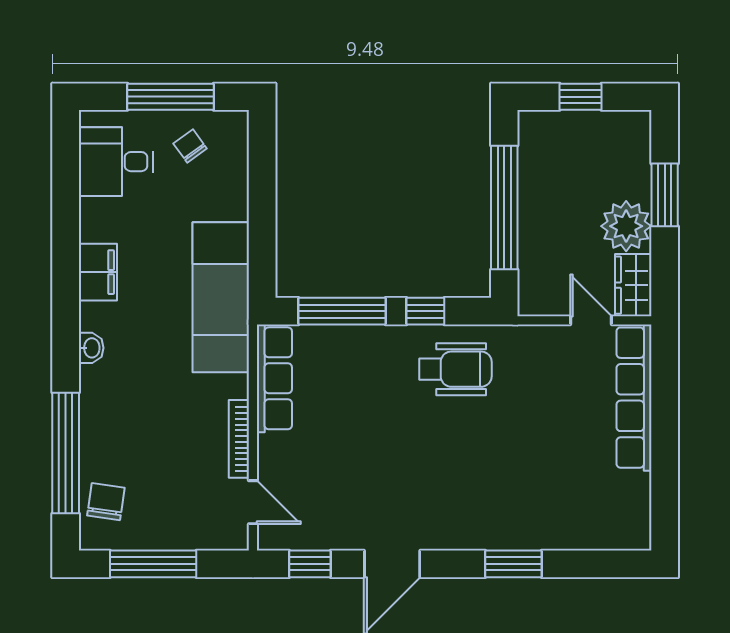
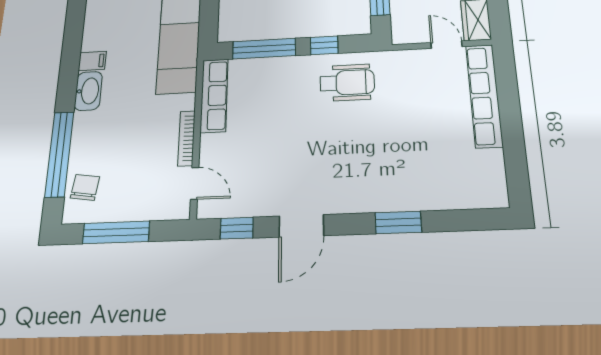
filing cabinet: (98, 272) -> (92, 61), moved, width x0.50
washbasin: (91, 348) -> (88, 91), width x1.91, depth x1.45

